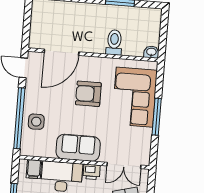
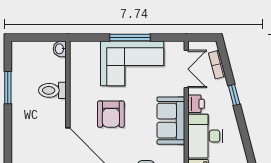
corner sofa: (135, 97) -> (132, 63), moved

